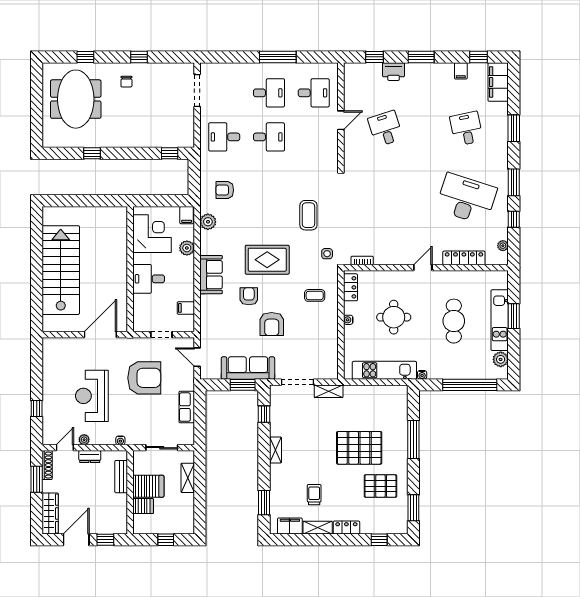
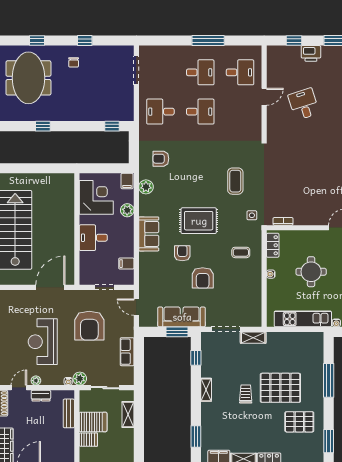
armchair: (144, 378) -> (89, 326), turned 90
plant: (133, 437) -> (80, 379), added
trolley: (314, 495) -> (246, 394), moved

